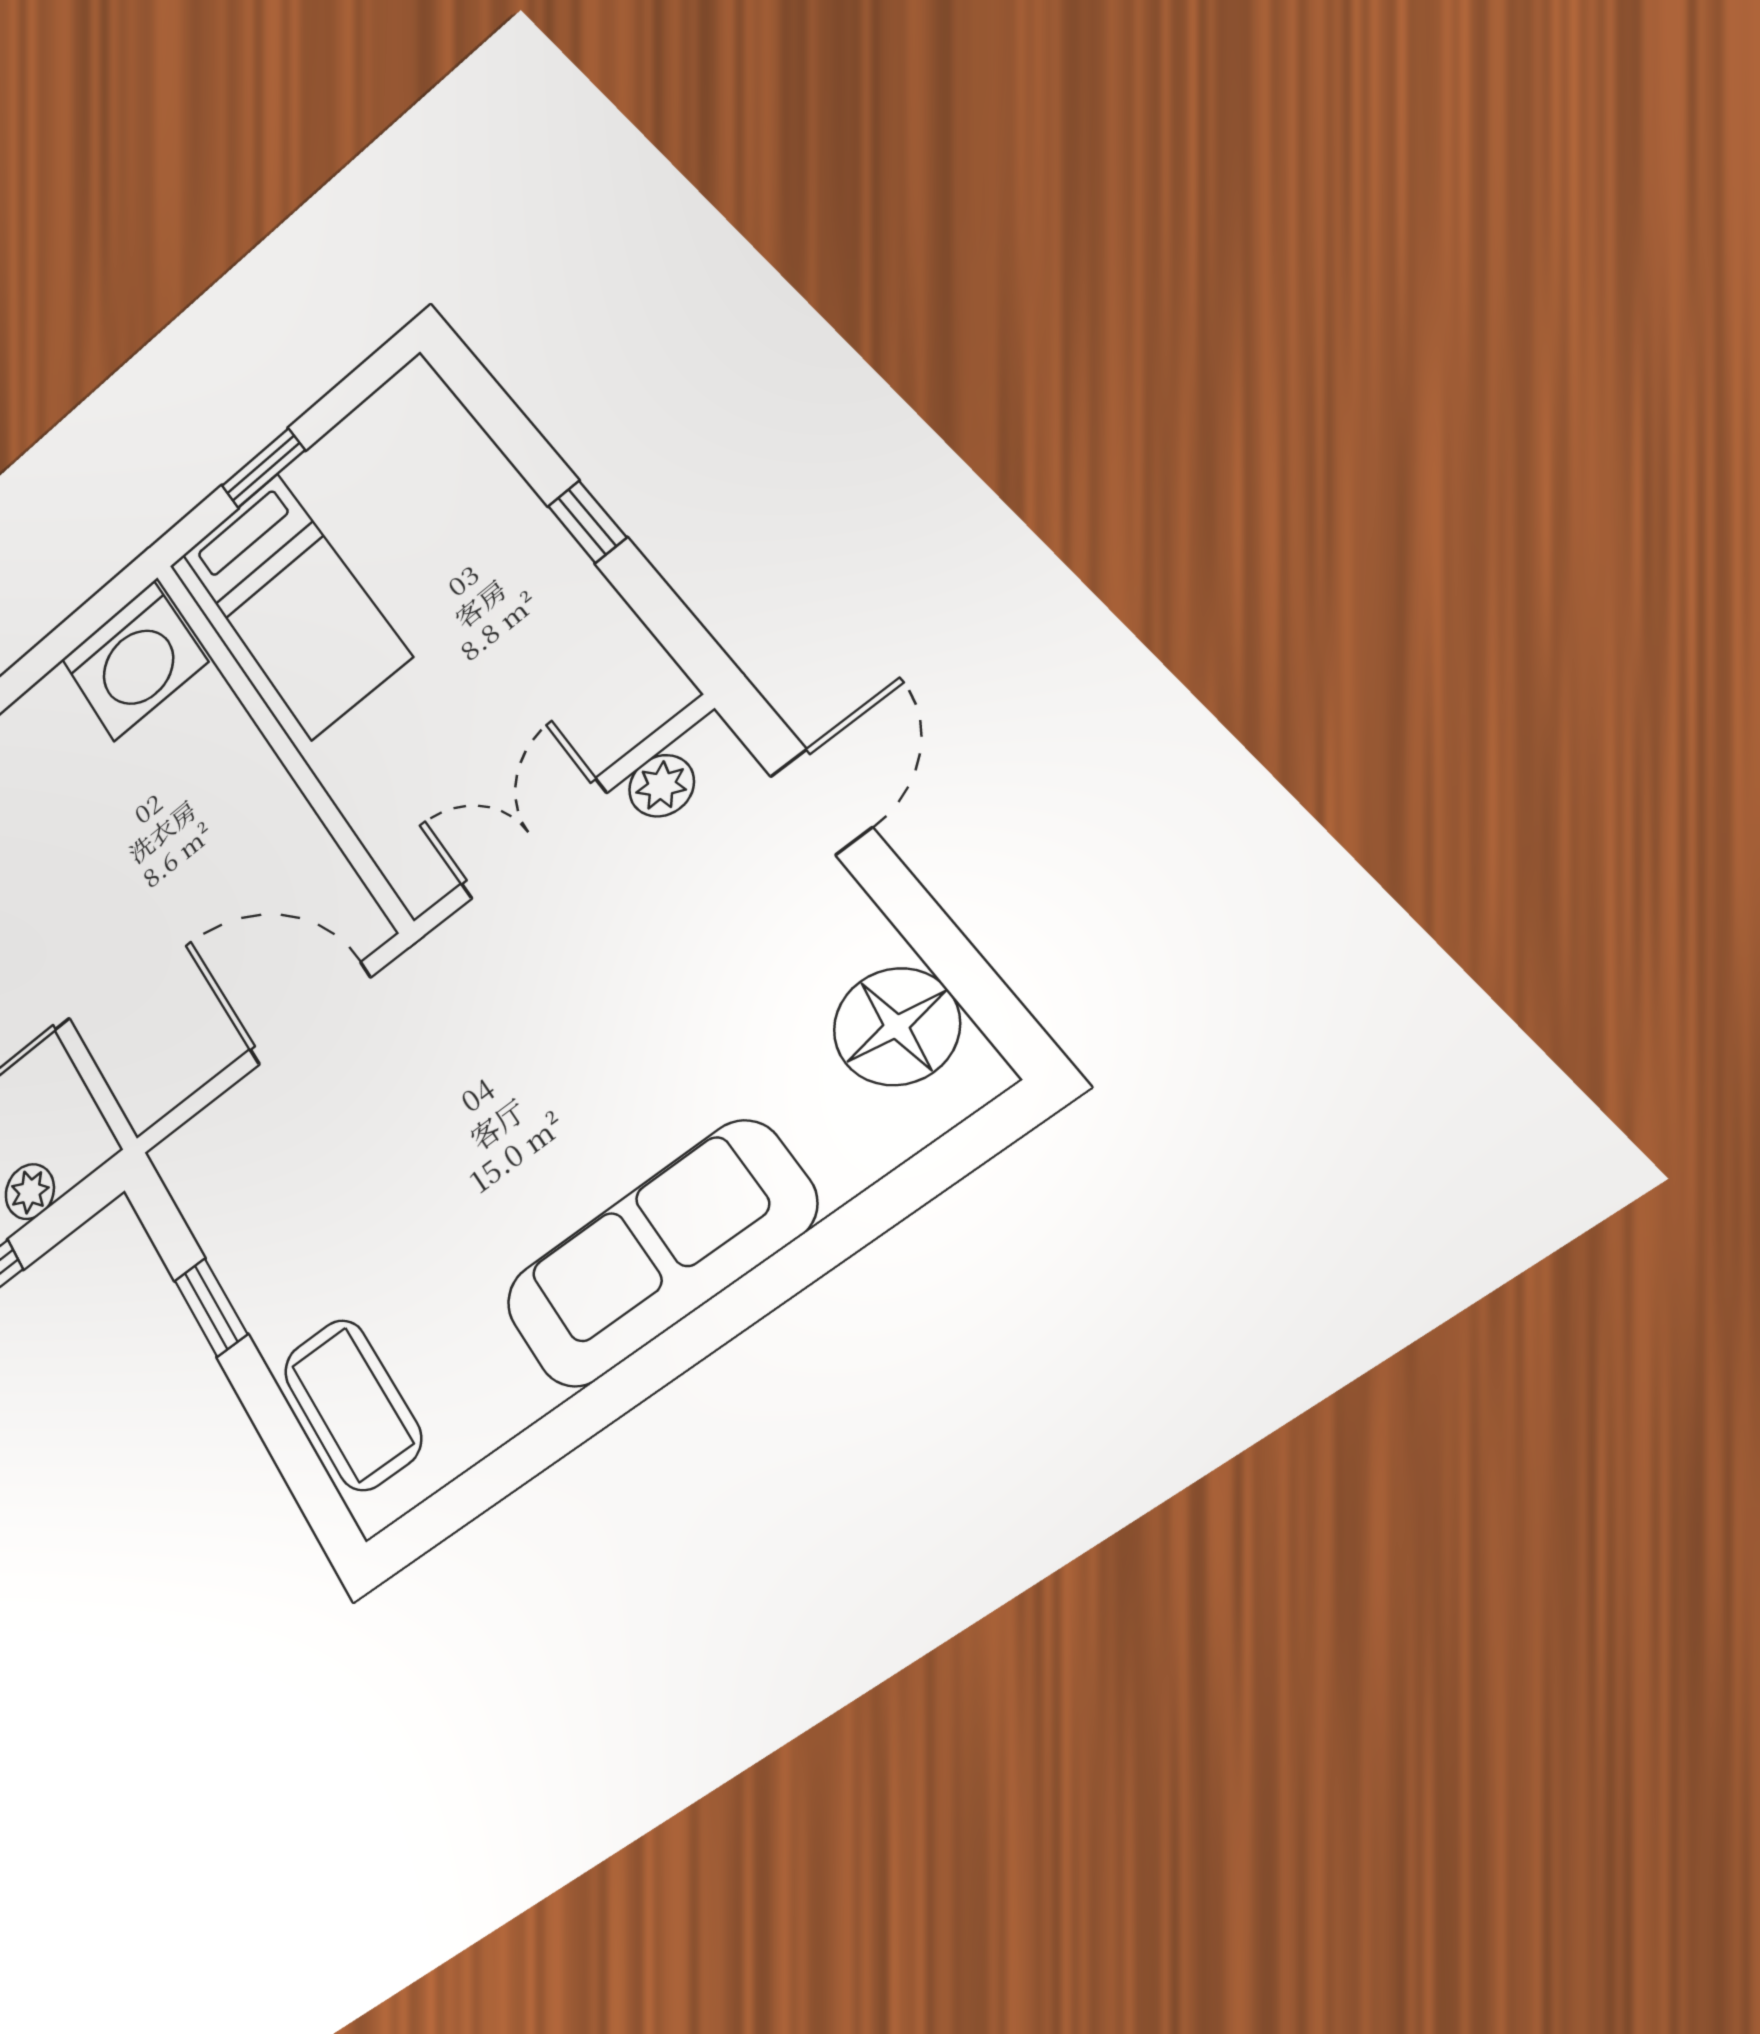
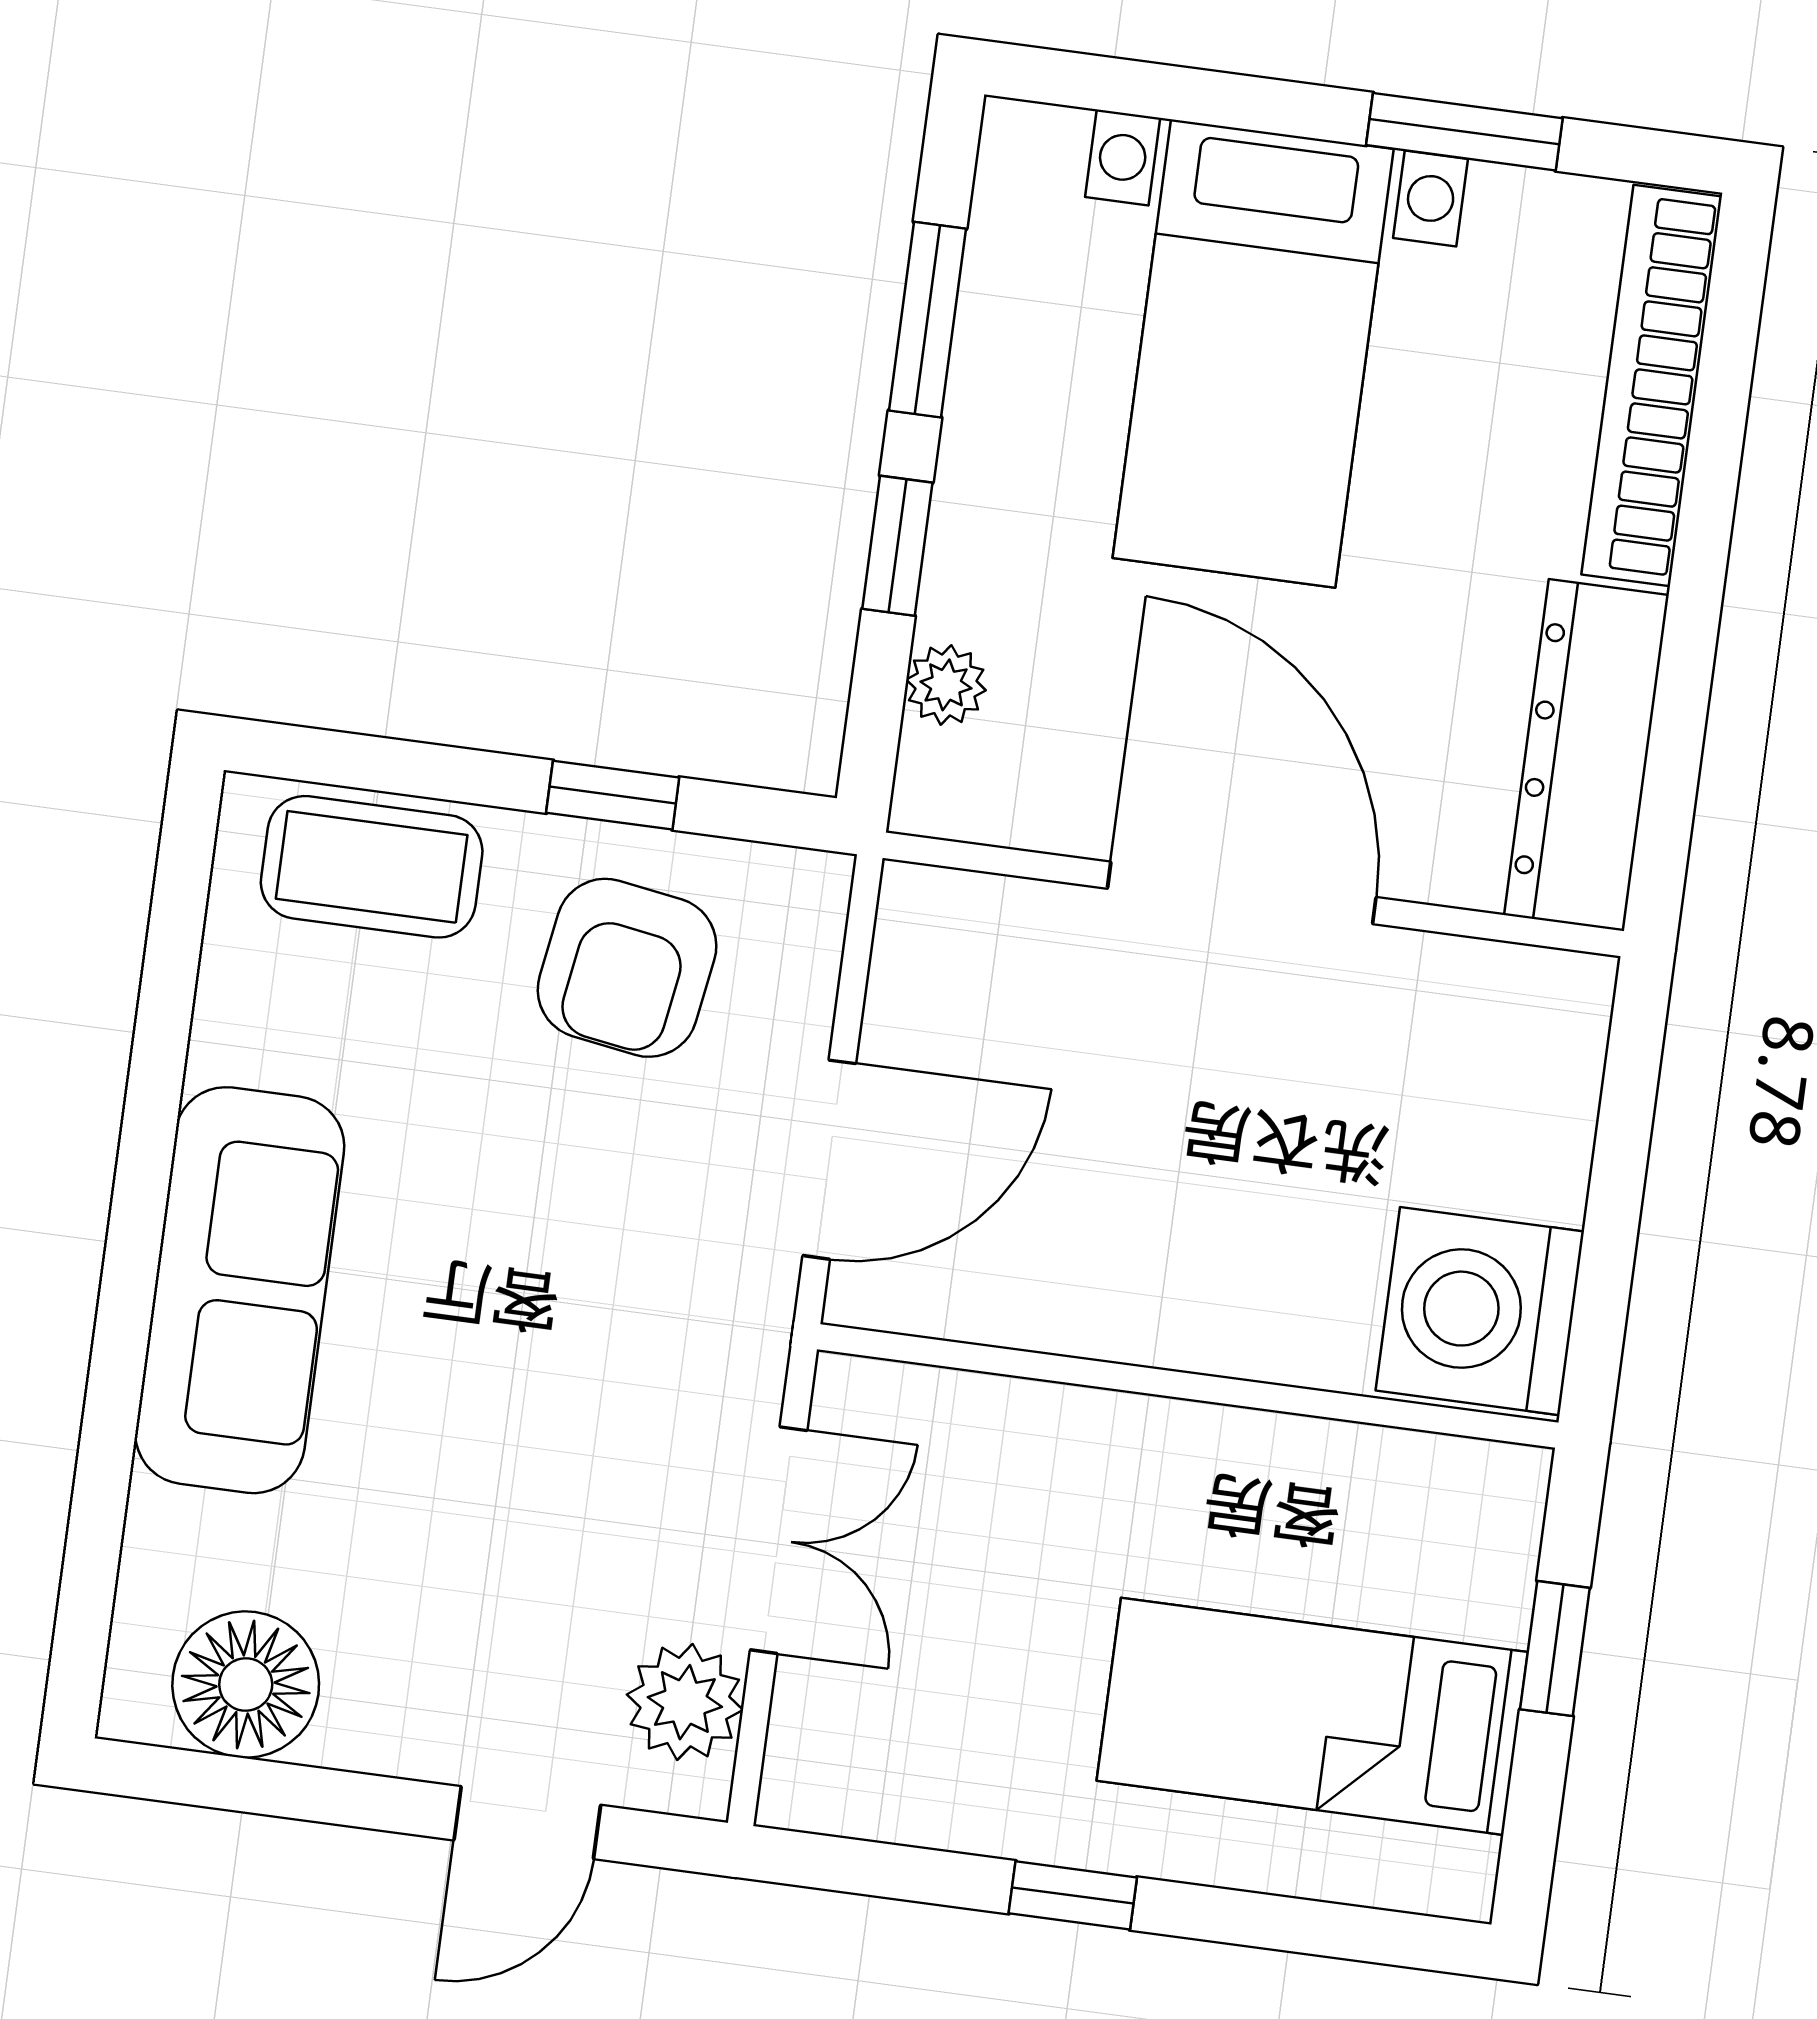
bed: (294, 604) -> (1312, 1716), moved
plant: (662, 786) -> (685, 1702), width x1.38, depth x1.38
door: (821, 802) -> (527, 1823), hinge flipped
armchair: (295, 1212) -> (627, 968), added

